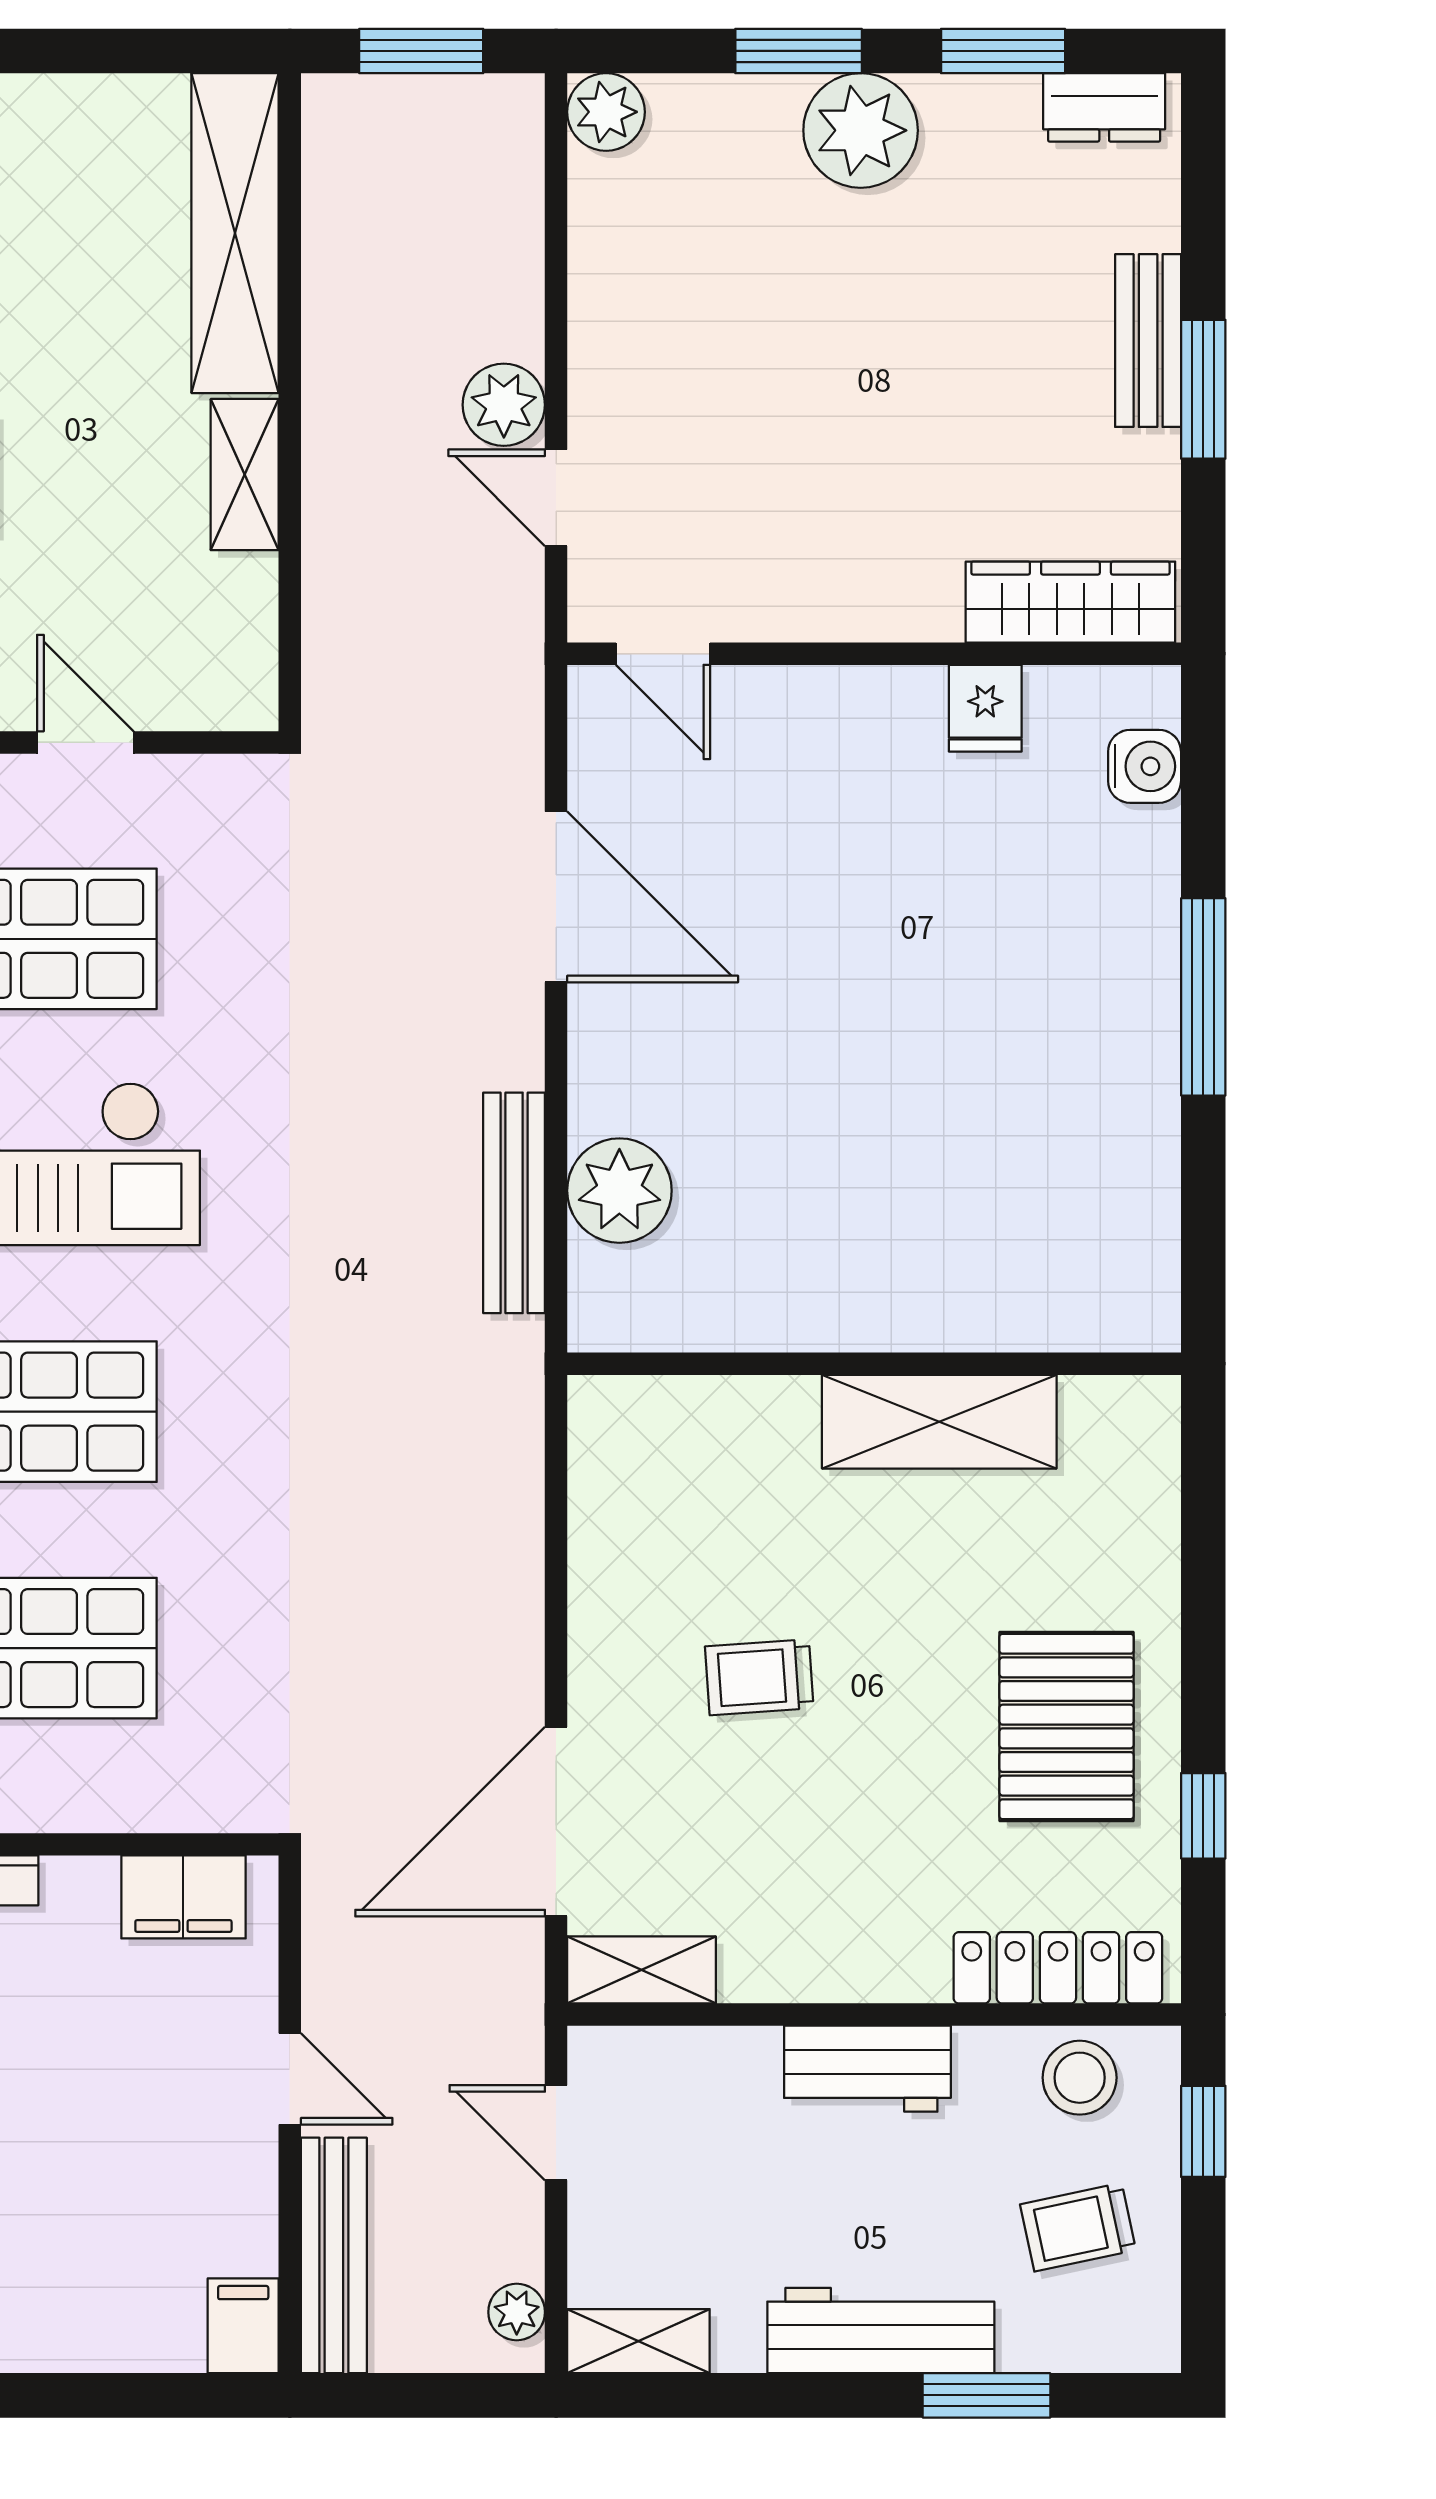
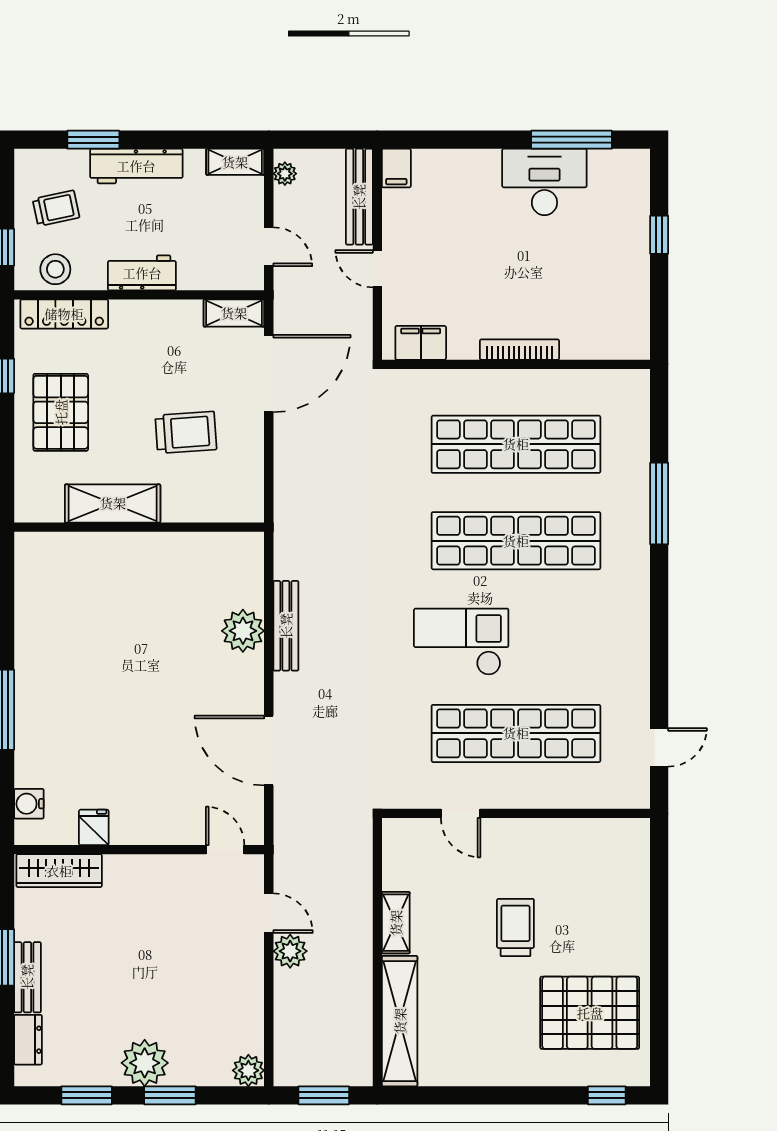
dresser: (1104, 107) -> (28, 1040), moved, turned 90
wall: (874, 1364) -> (139, 527), moved
shelving: (939, 1422) -> (113, 503), moved
trolley: (759, 1677) -> (186, 432), width x1.36, depth x1.39

